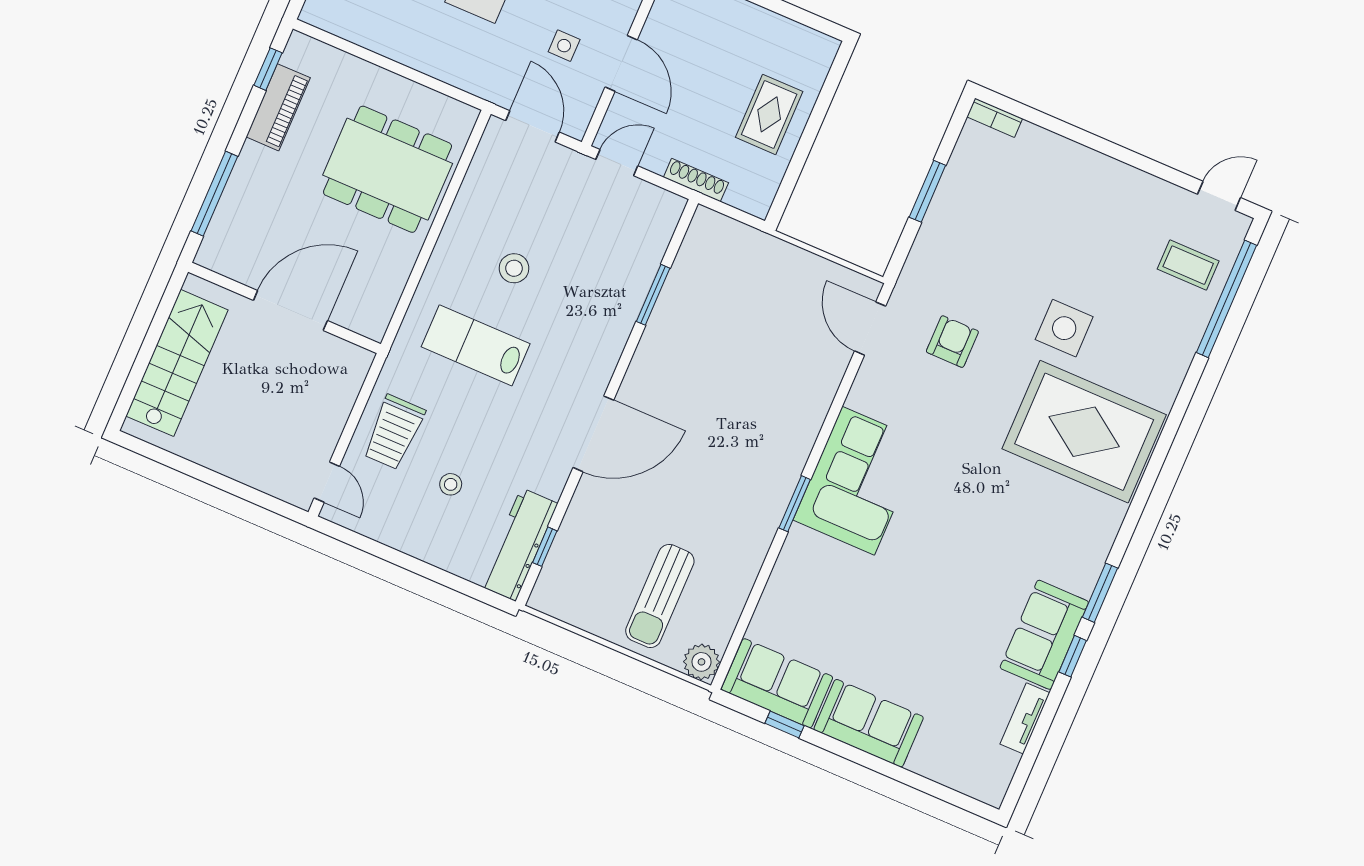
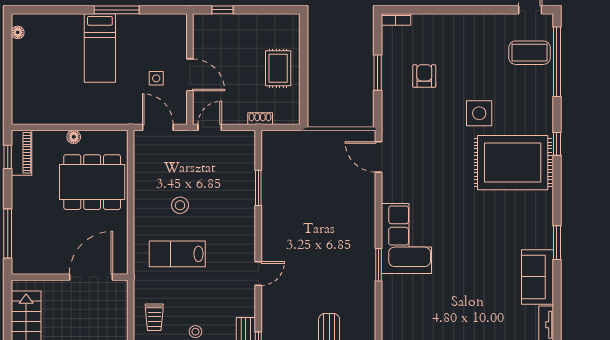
floor lamp: (389, 83) -> (74, 137), added
piano: (278, 107) -> (21, 153), moved
shoe rack: (696, 180) -> (260, 119), width x0.70
coffee table: (1188, 265) -> (530, 53), width x1.36, depth x1.30
door: (290, 311) -> (91, 277), moved
armchair: (952, 342) -> (424, 76), moved
trolley: (394, 432) -> (154, 317), width x0.73, depth x0.72
door: (593, 434) -> (258, 273), width x0.53
window: (1073, 656) -> (557, 144), moved

